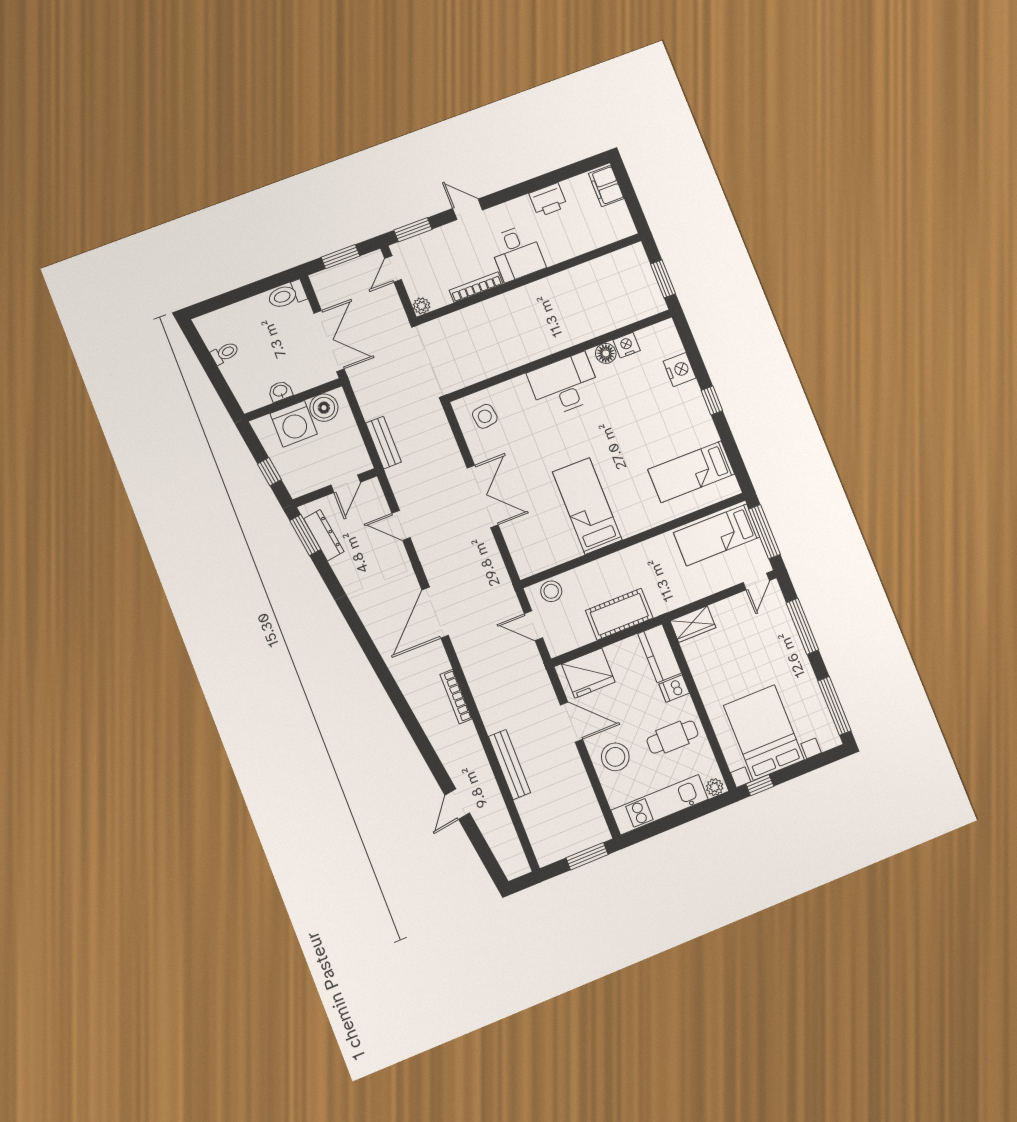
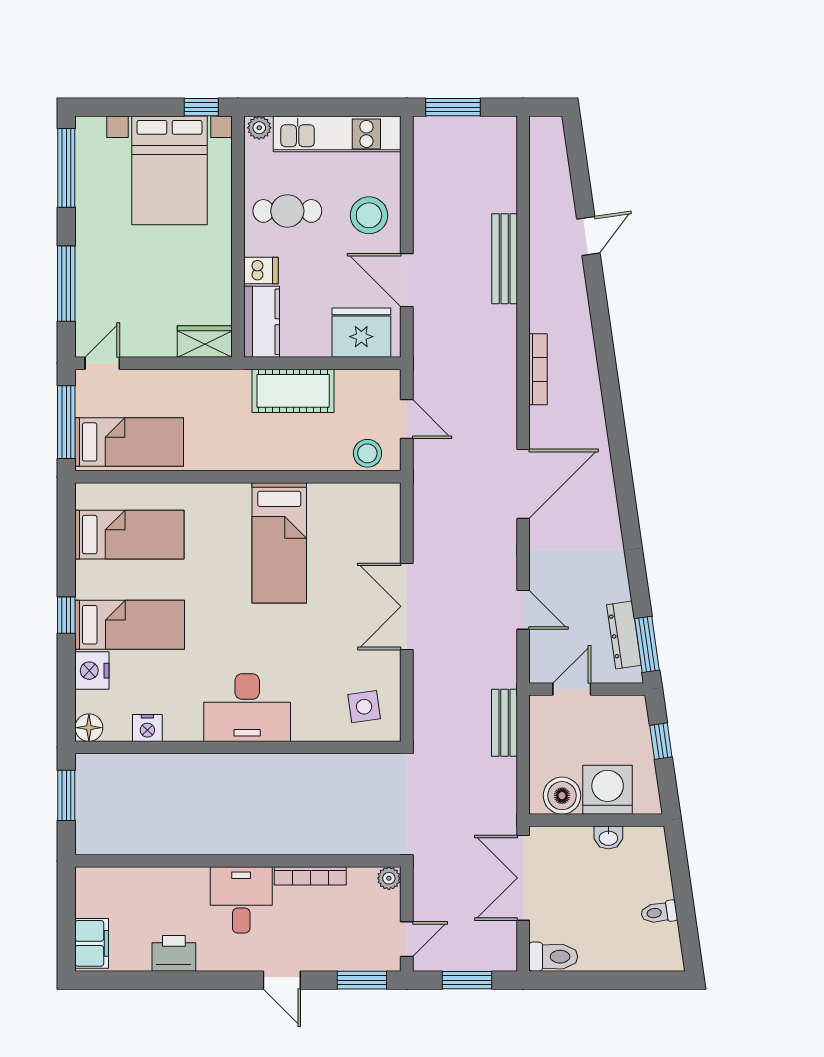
floor lamp: (606, 353) -> (89, 728), moved
bed: (667, 411) -> (130, 625), added

